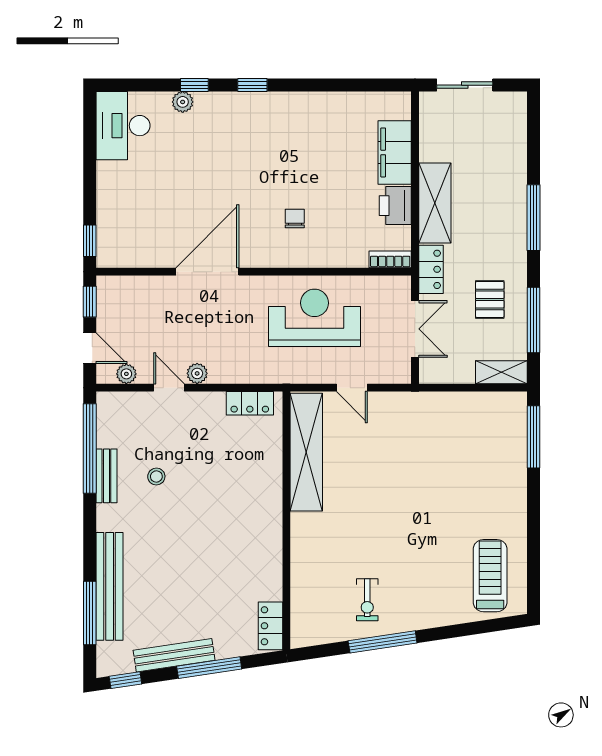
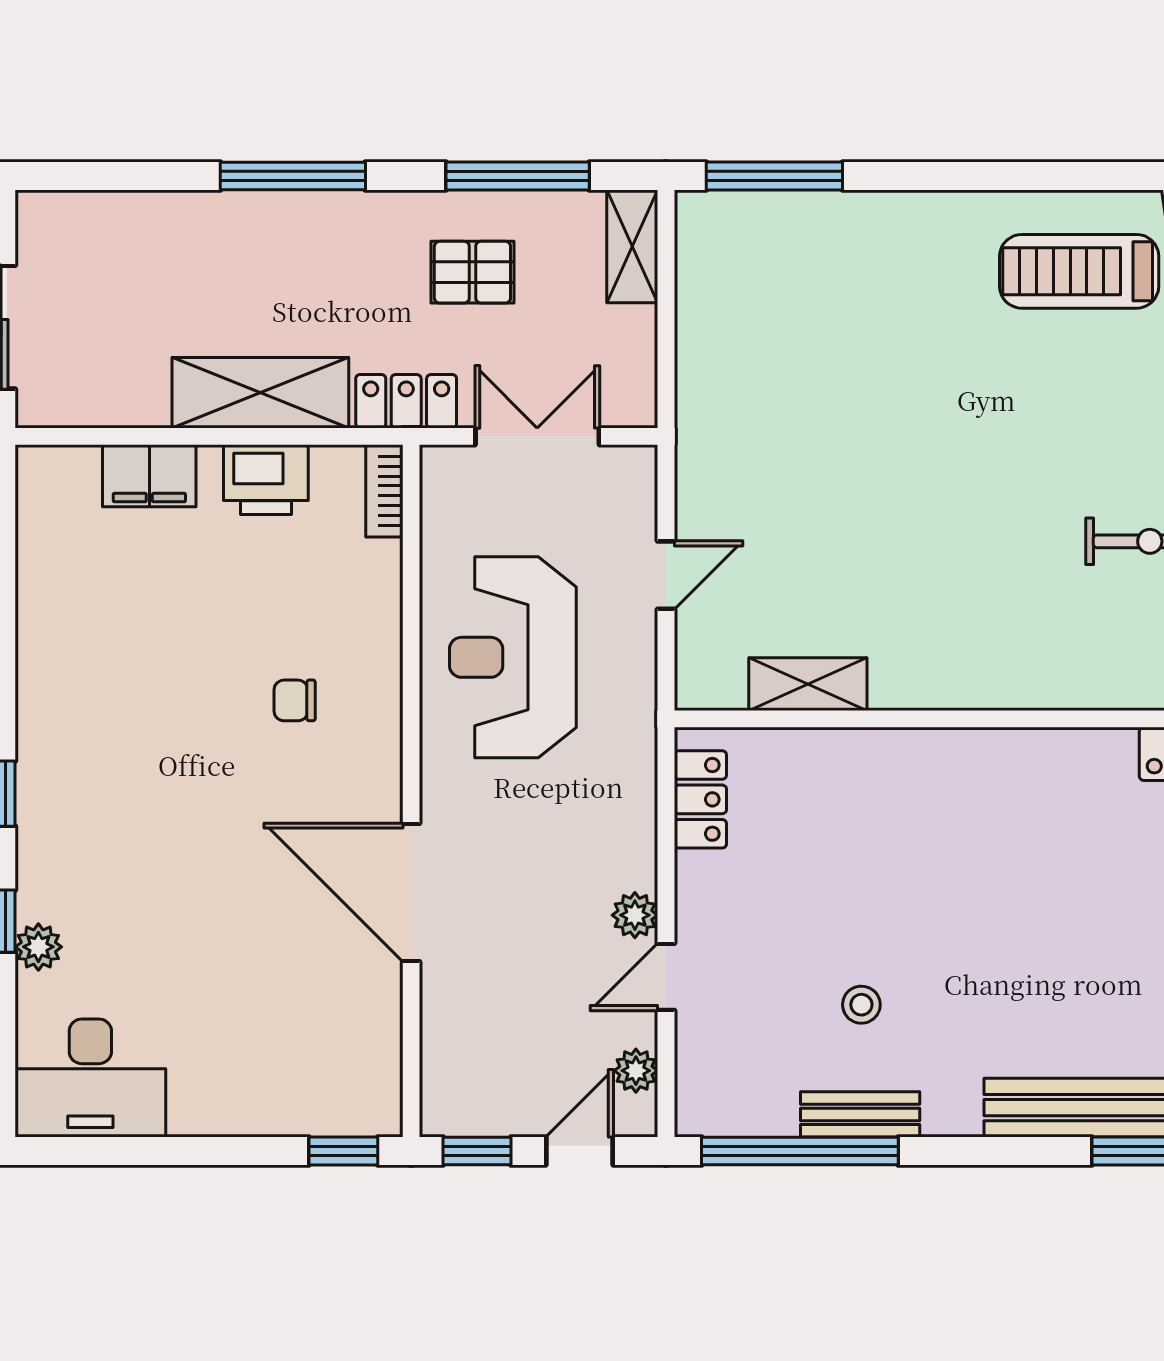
filing cabinet: (395, 152) -> (149, 476), width x0.67, depth x0.86
shelving: (306, 452) -> (808, 684), width x0.45, depth x0.75

